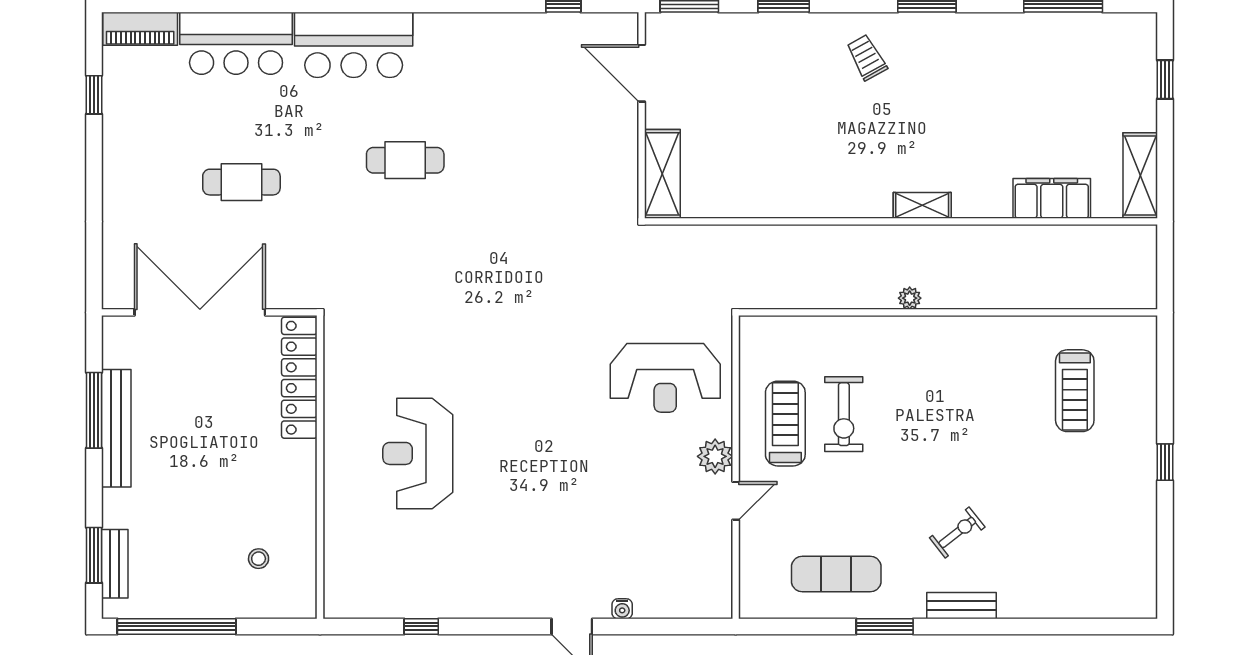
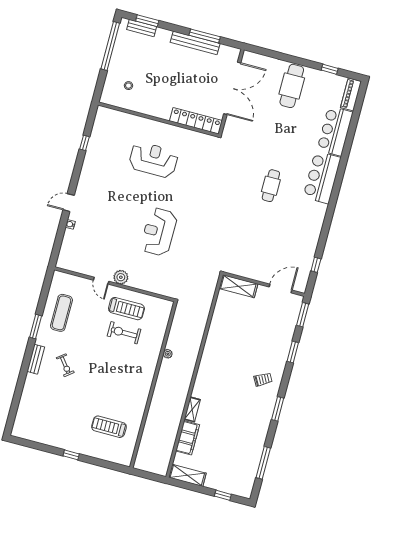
cafe table: (241, 182) -> (292, 86), moved, width x1.37, depth x1.35
shelving: (922, 205) -> (192, 409), moved
plant: (910, 298) -> (168, 354), moved
reception desk: (665, 378) -> (159, 232), moved

